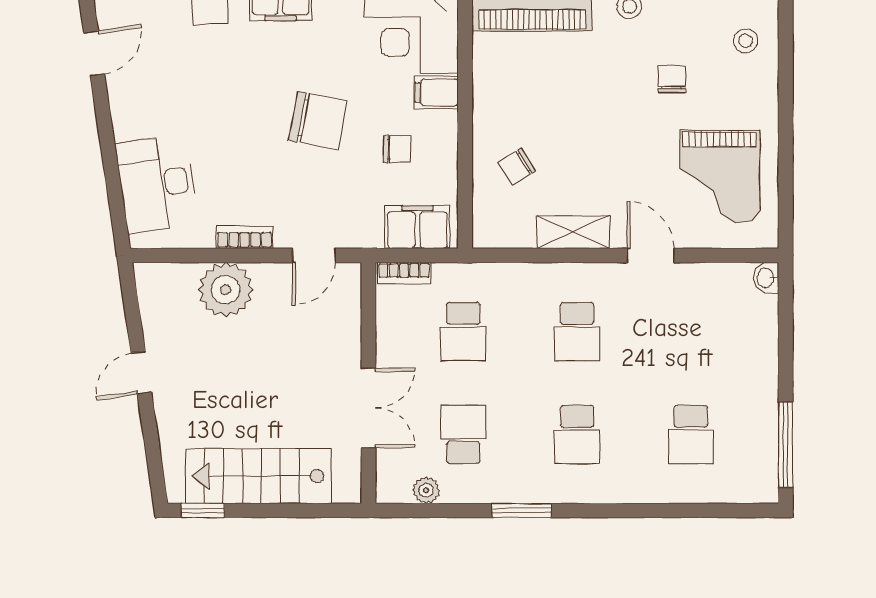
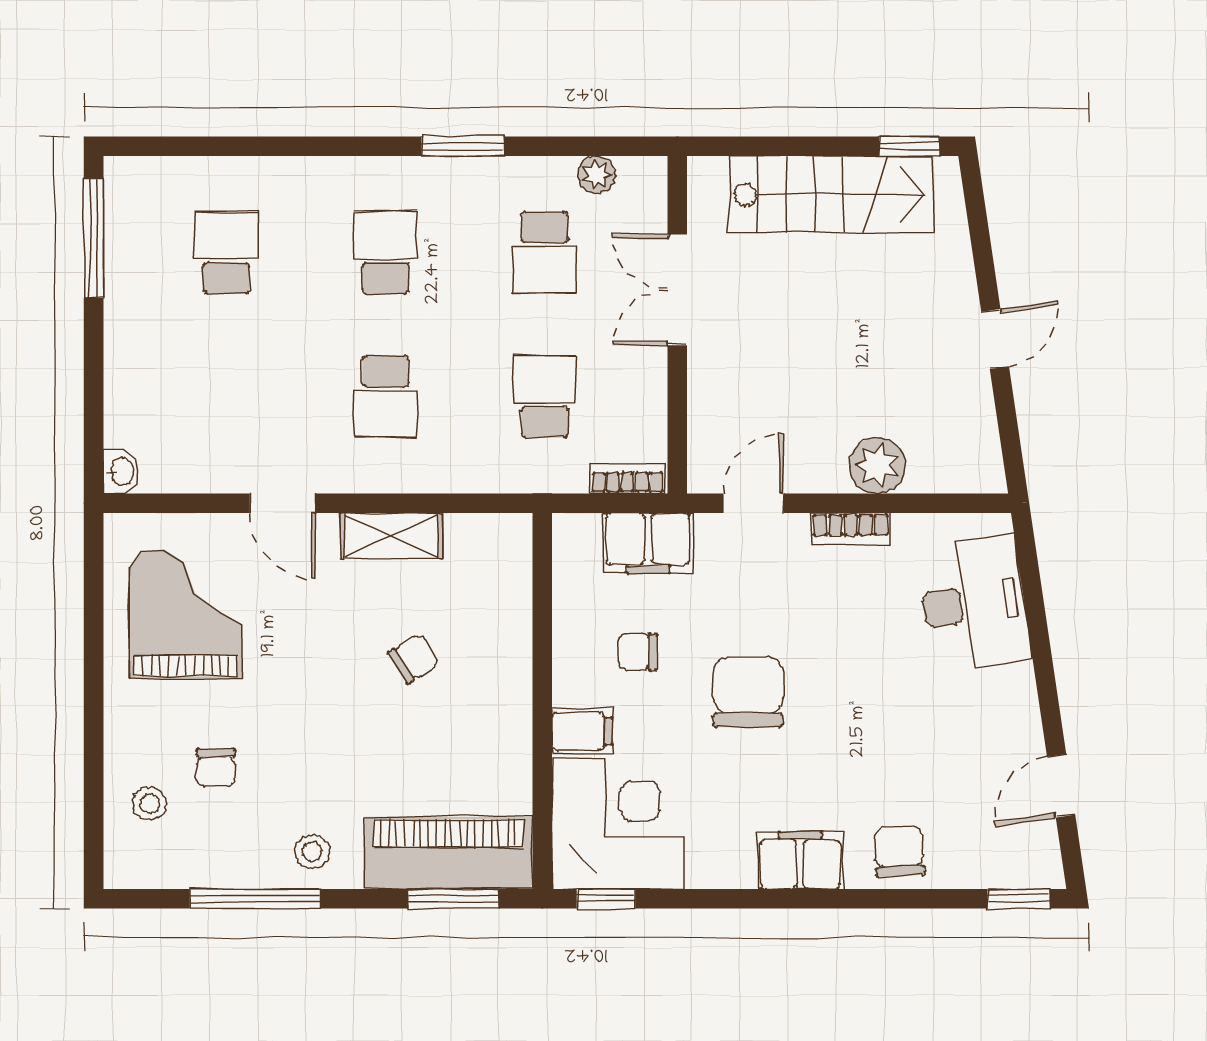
chair: (672, 79) -> (216, 768), moved
chair: (318, 120) -> (748, 692), turned 79
chair: (517, 167) -> (414, 658), moved
filing cabinet: (417, 227) -> (648, 543), moved
plant: (226, 290) -> (877, 465), width x0.73, depth x0.73
school desk: (577, 332) -> (385, 397), turned 180

